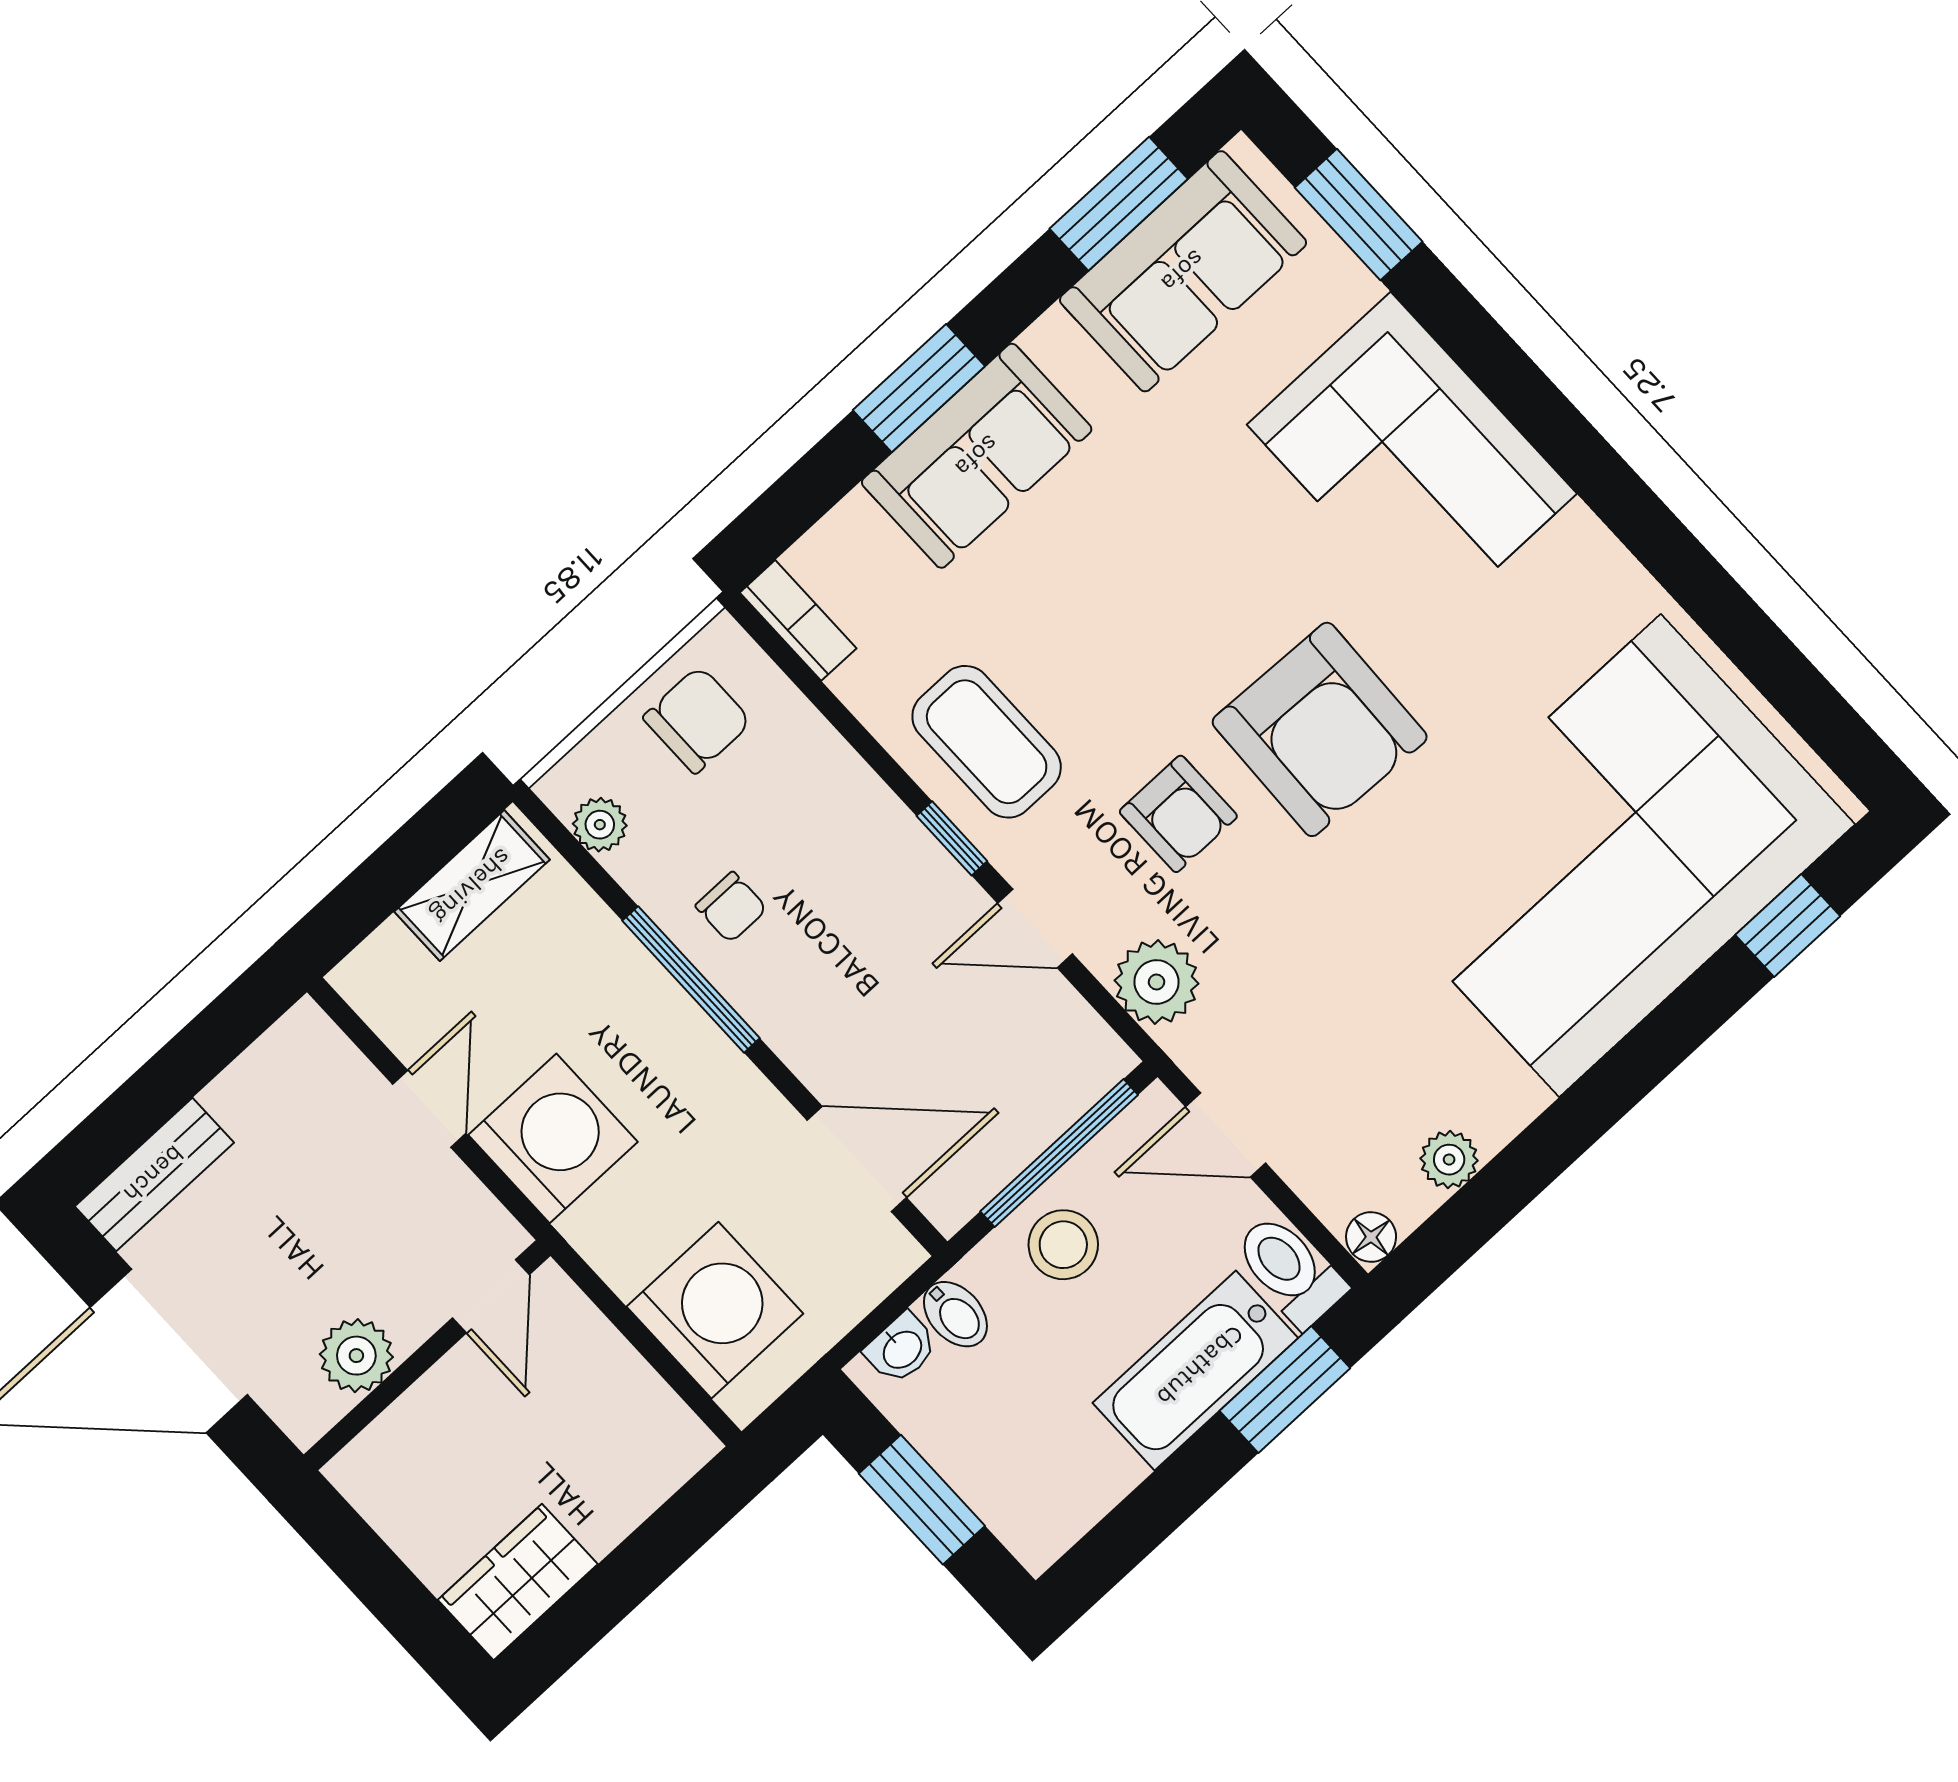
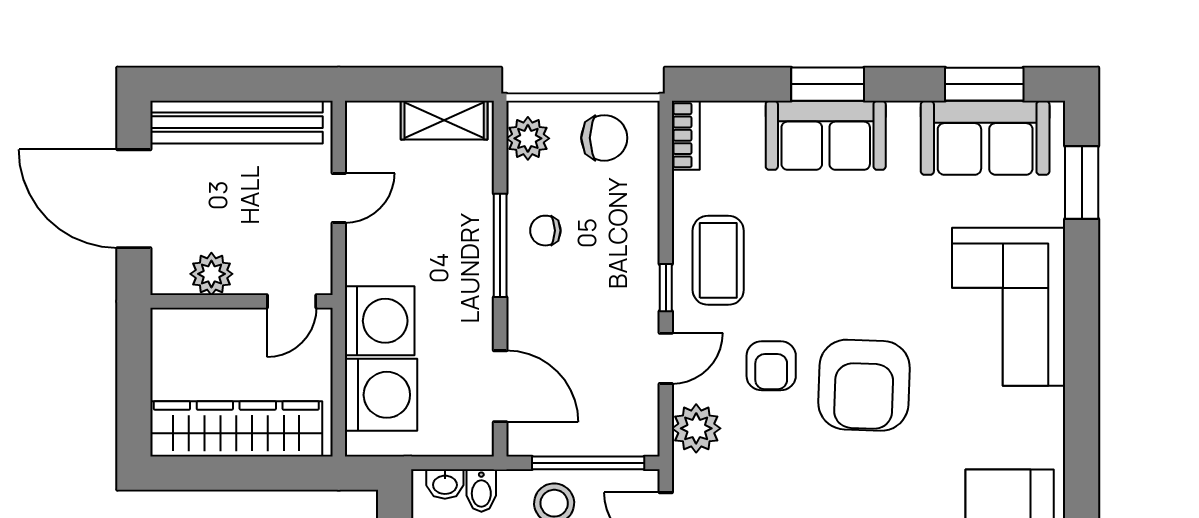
plant: (600, 825) -> (528, 138), width x1.38, depth x1.38
chair: (731, 907) -> (545, 231), turned 90
door: (1035, 929) -> (666, 358), swing flipped
washing machine: (553, 1138) -> (380, 321), moved
bench: (154, 1174) -> (237, 122), width x1.86, depth x1.21
wardrobe: (518, 1582) -> (236, 429), width x2.10, depth x1.17

